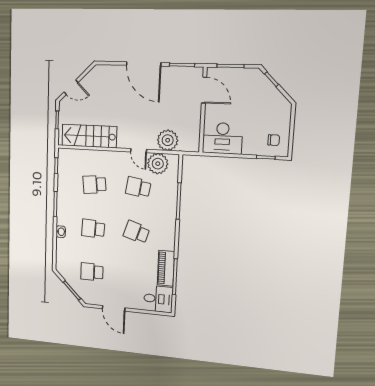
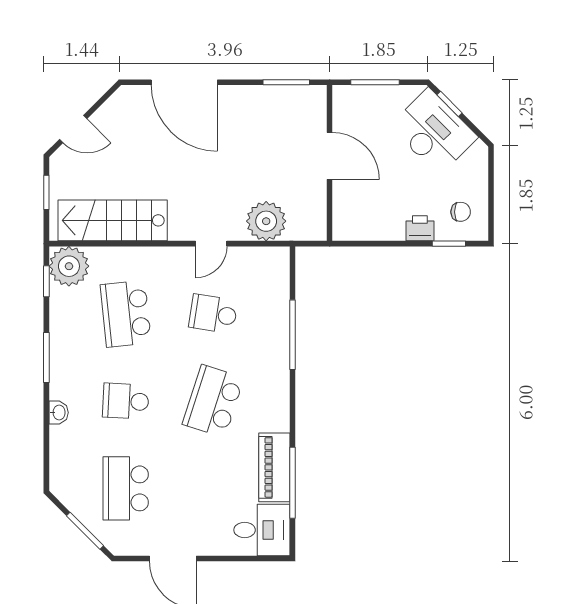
door: (144, 64) -> (184, 82), moved
door: (204, 90) -> (330, 156), moved
desk: (222, 138) -> (434, 132), moved, turned -135
printer: (250, 148) -> (420, 228), added
door: (139, 151) -> (211, 244), hinge flipped
plant: (158, 164) -> (69, 266), moved
school desk: (94, 185) -> (126, 314), width x1.85
school desk: (136, 232) -> (213, 401), width x1.85
school desk: (92, 272) -> (126, 488), width x1.85

